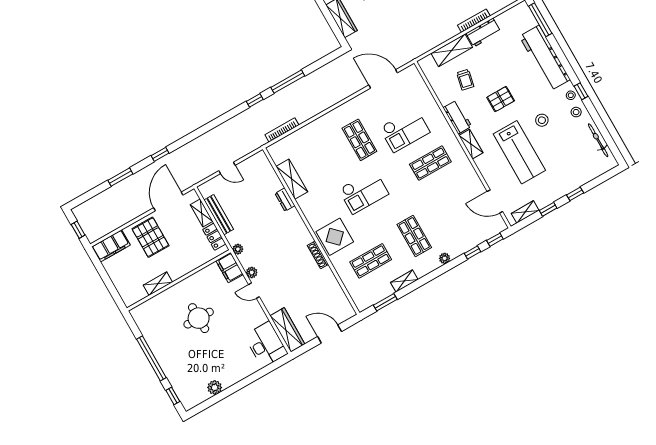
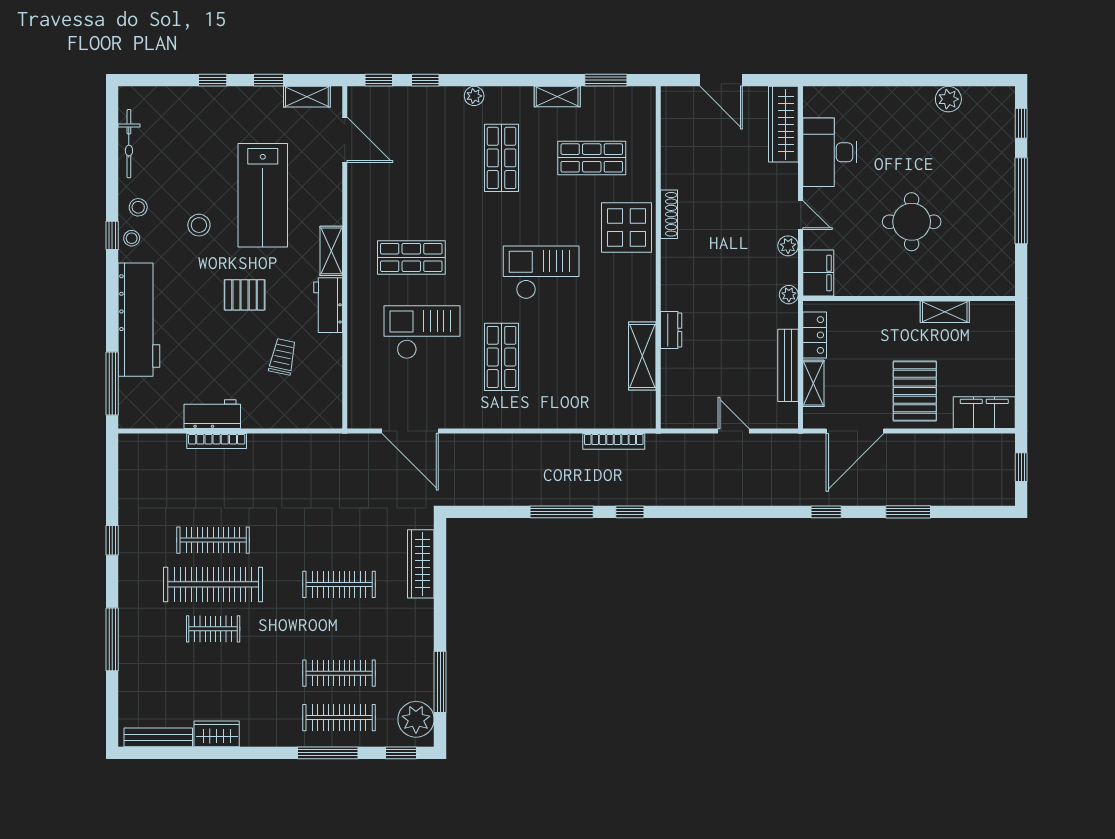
shelving: (452, 50) -> (278, 415), removed
lab bench: (519, 152) -> (263, 195), turned 180
desk: (266, 344) -> (830, 152), moved

